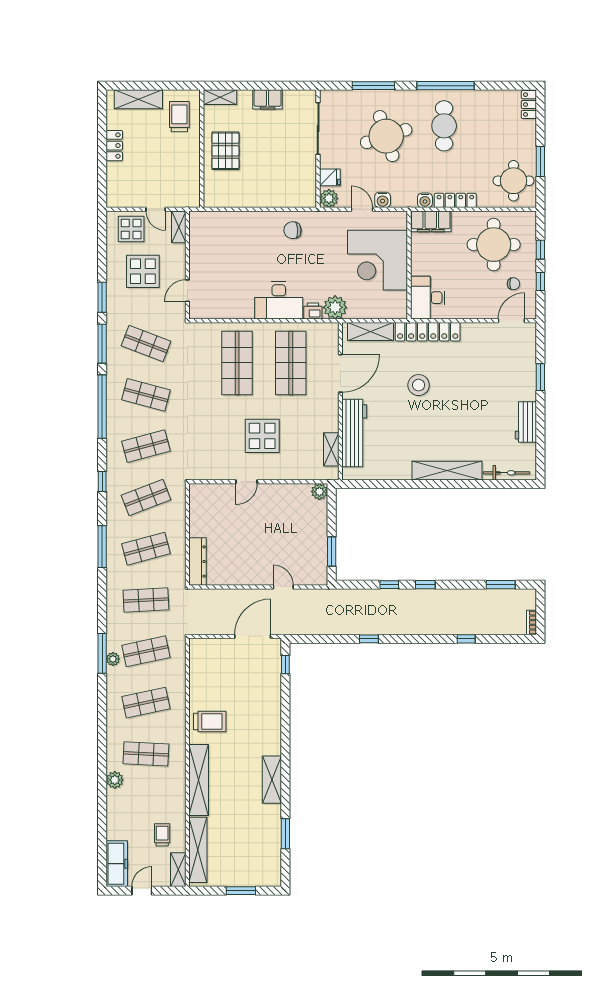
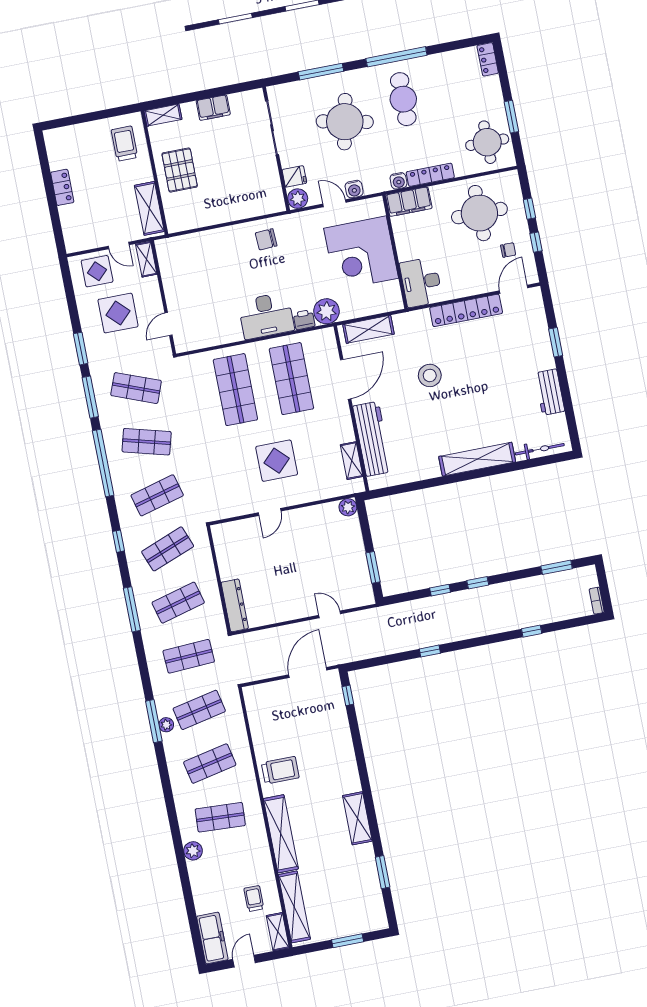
shelving: (138, 99) -> (149, 208), moved, turned 90
round table: (386, 136) -> (345, 122), turned 30
locker: (428, 332) -> (466, 310), moved

